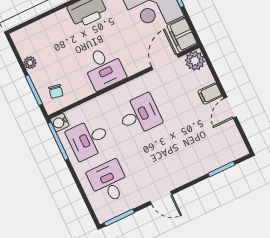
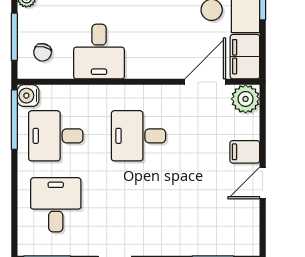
desk: (104, 68) -> (99, 52), moved
desk: (140, 115) -> (139, 136), turned 180

